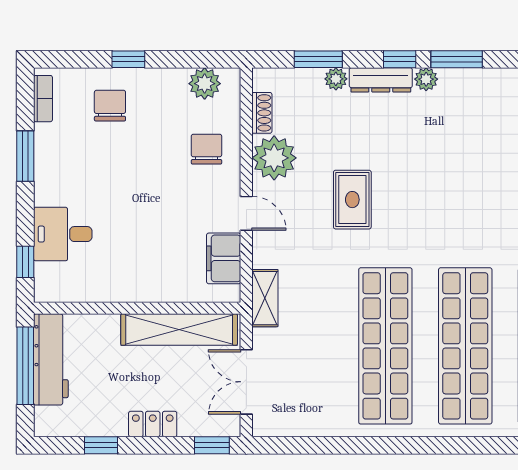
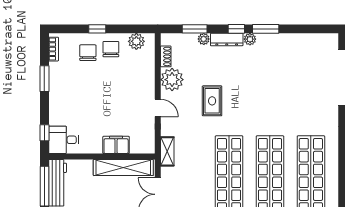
chair: (206, 149) -> (111, 49), moved
desk: (63, 234) -> (64, 140), moved
filing cabinet: (224, 258) -> (116, 145), moved, turned 90

